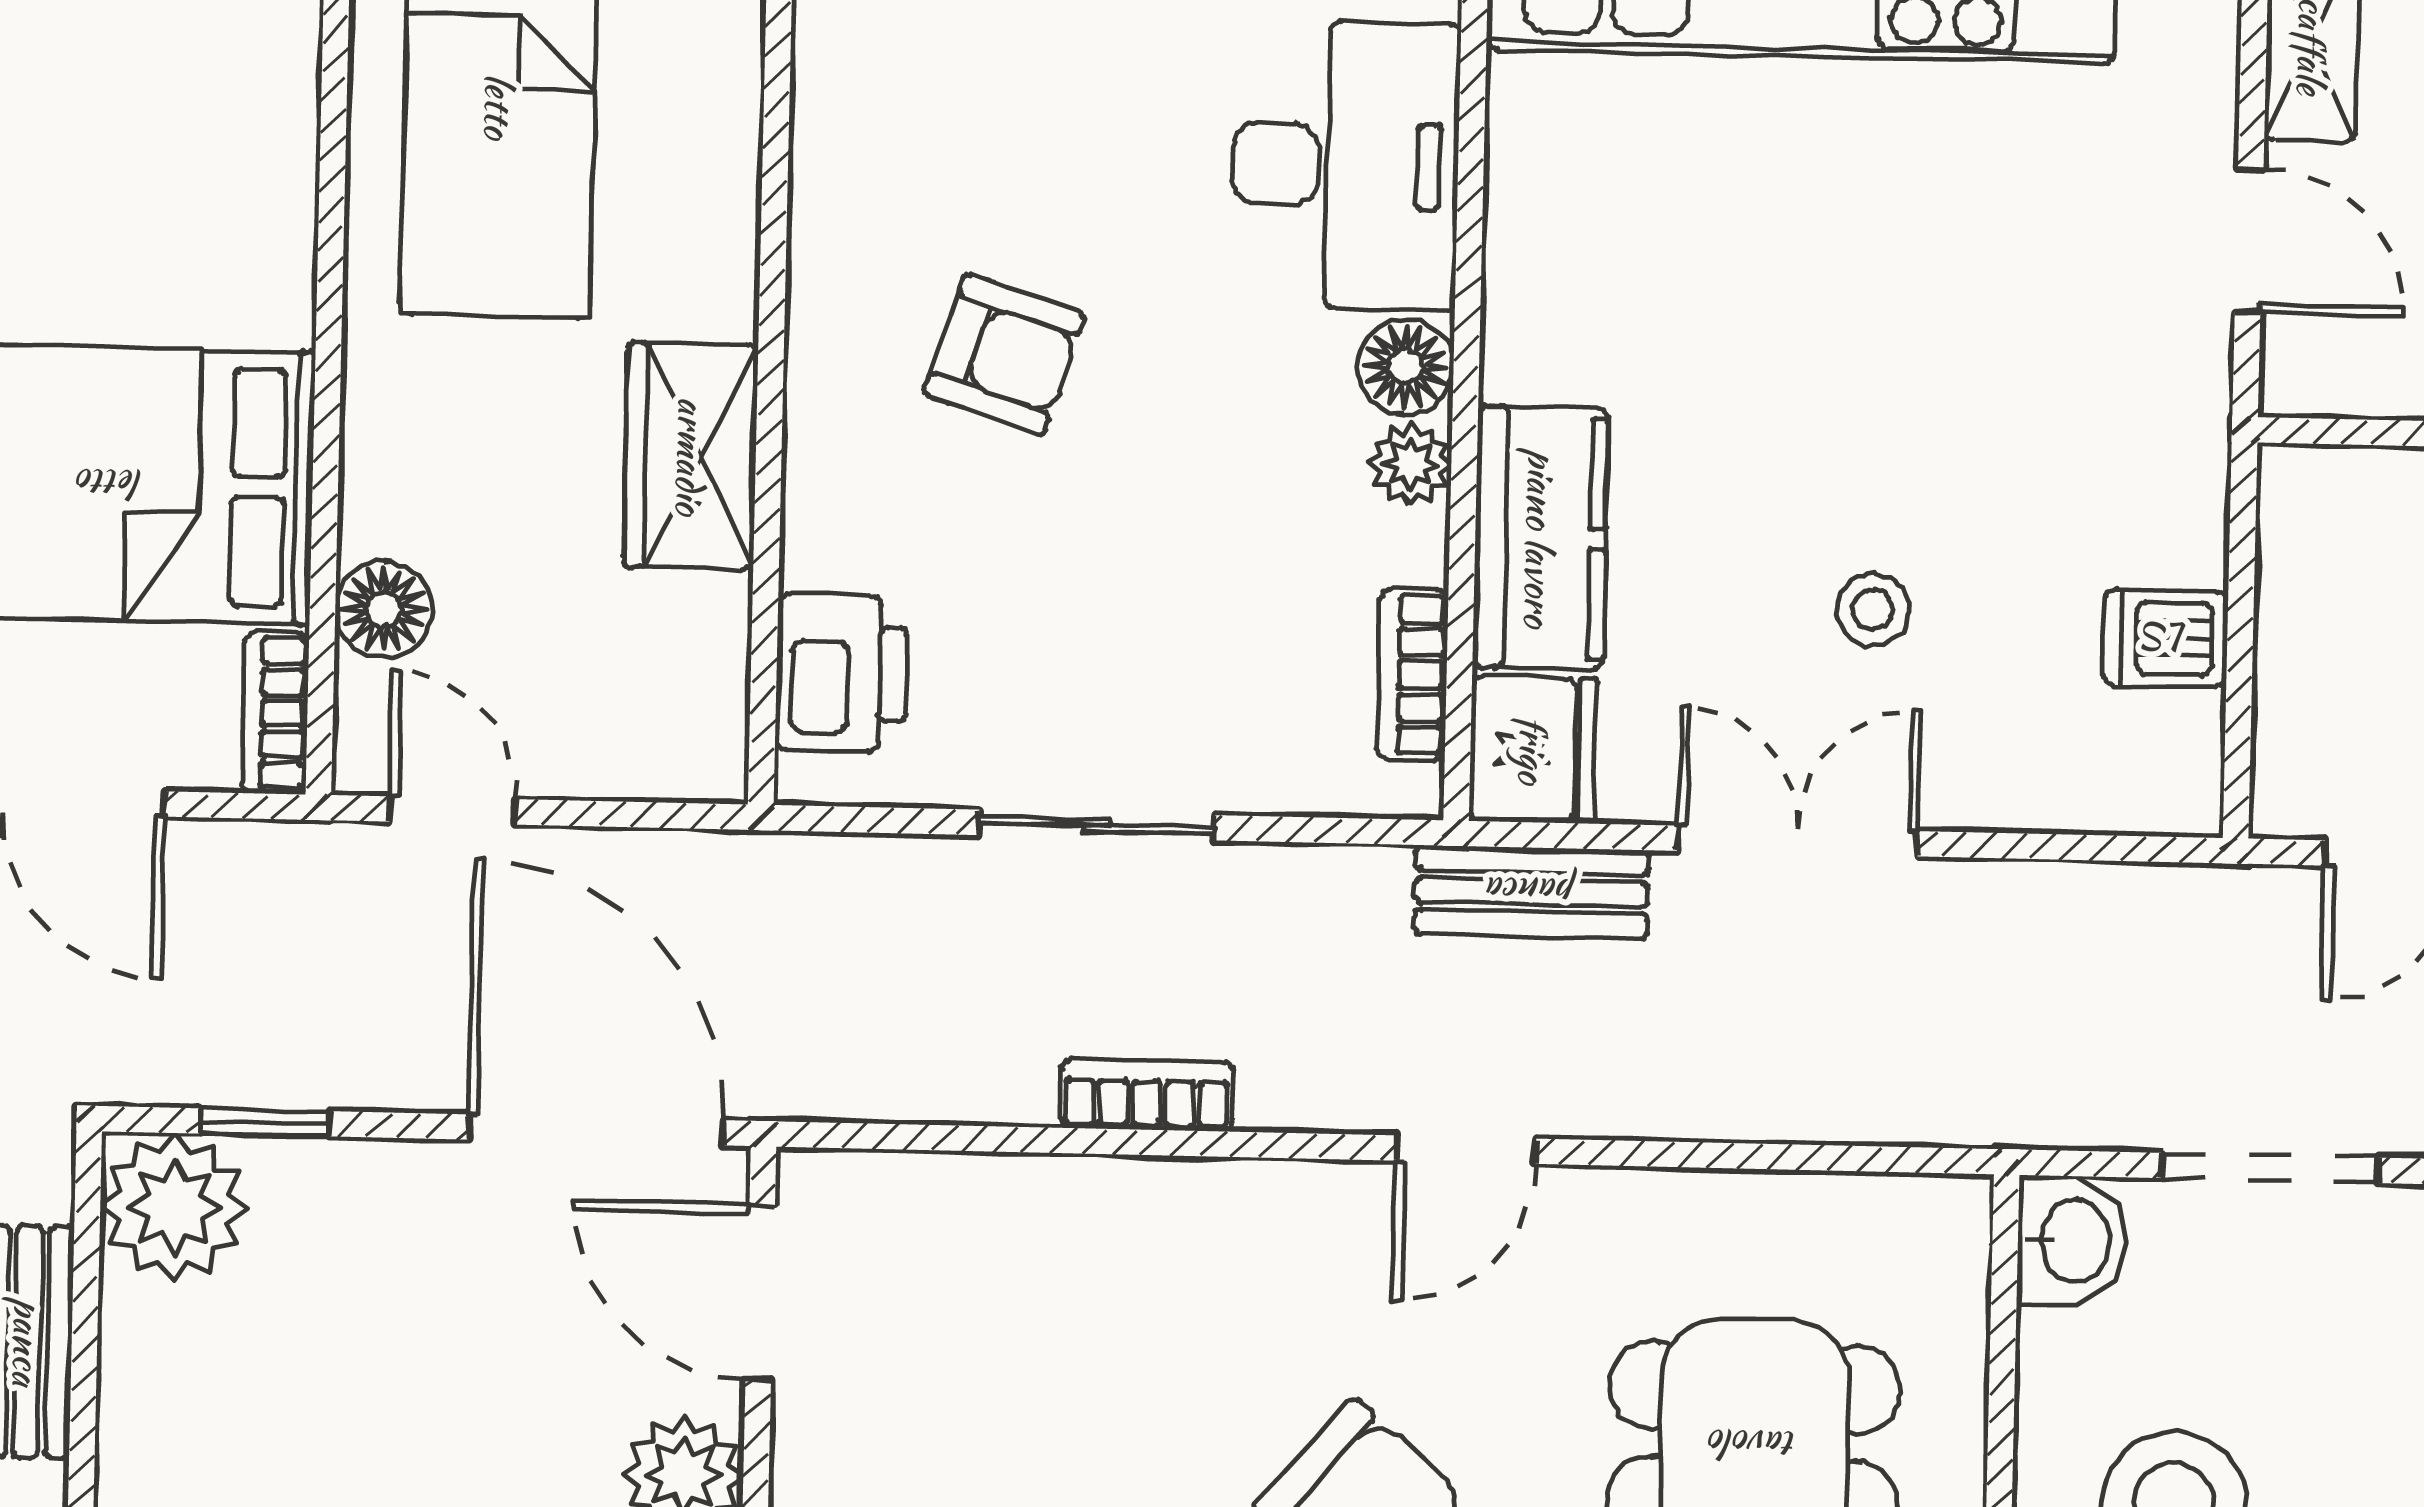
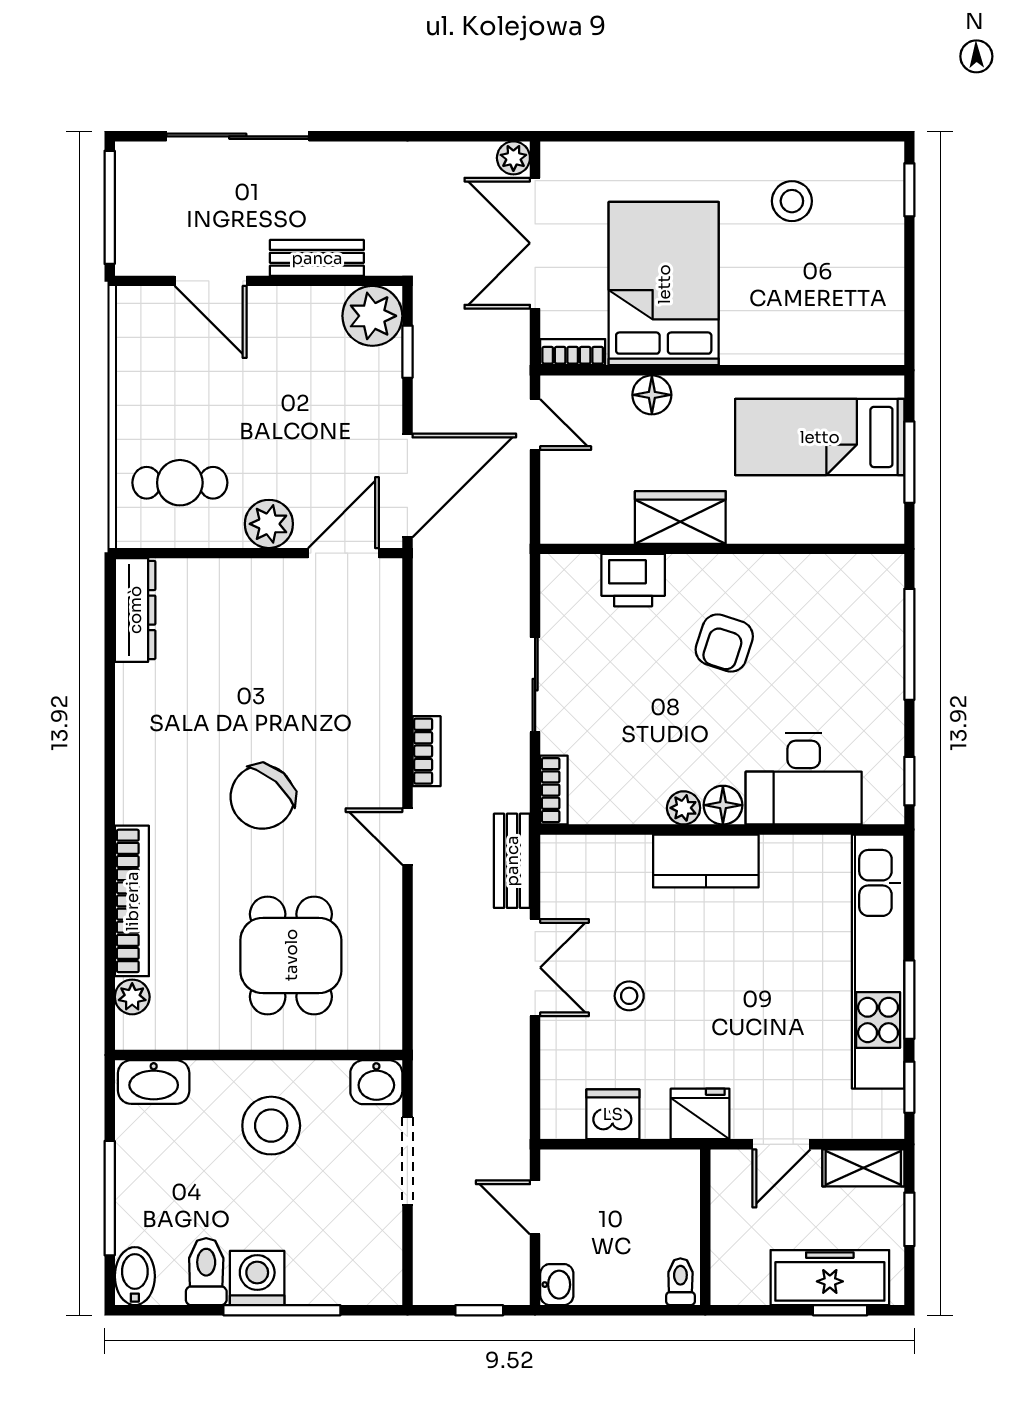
kitchen counter: (1540, 538) -> (706, 861), moved
floor lamp: (384, 609) -> (652, 395), moved
dishwasher: (2166, 638) -> (613, 1114), width x1.38
printer: (841, 673) -> (633, 580), moved
bookcase: (1413, 675) -> (554, 790), moved, turned 90
fridge: (1533, 750) -> (700, 1114), moved, turned 180
door: (452, 810) -> (535, 424), hinge flipped
bookcase: (1147, 1095) -> (427, 751), moved

